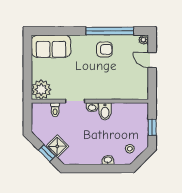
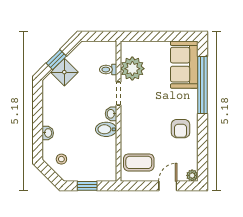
window: (110, 31) -> (203, 85), moved
coffee table: (133, 84) -> (139, 162), added
plant: (41, 90) -> (132, 69), moved

